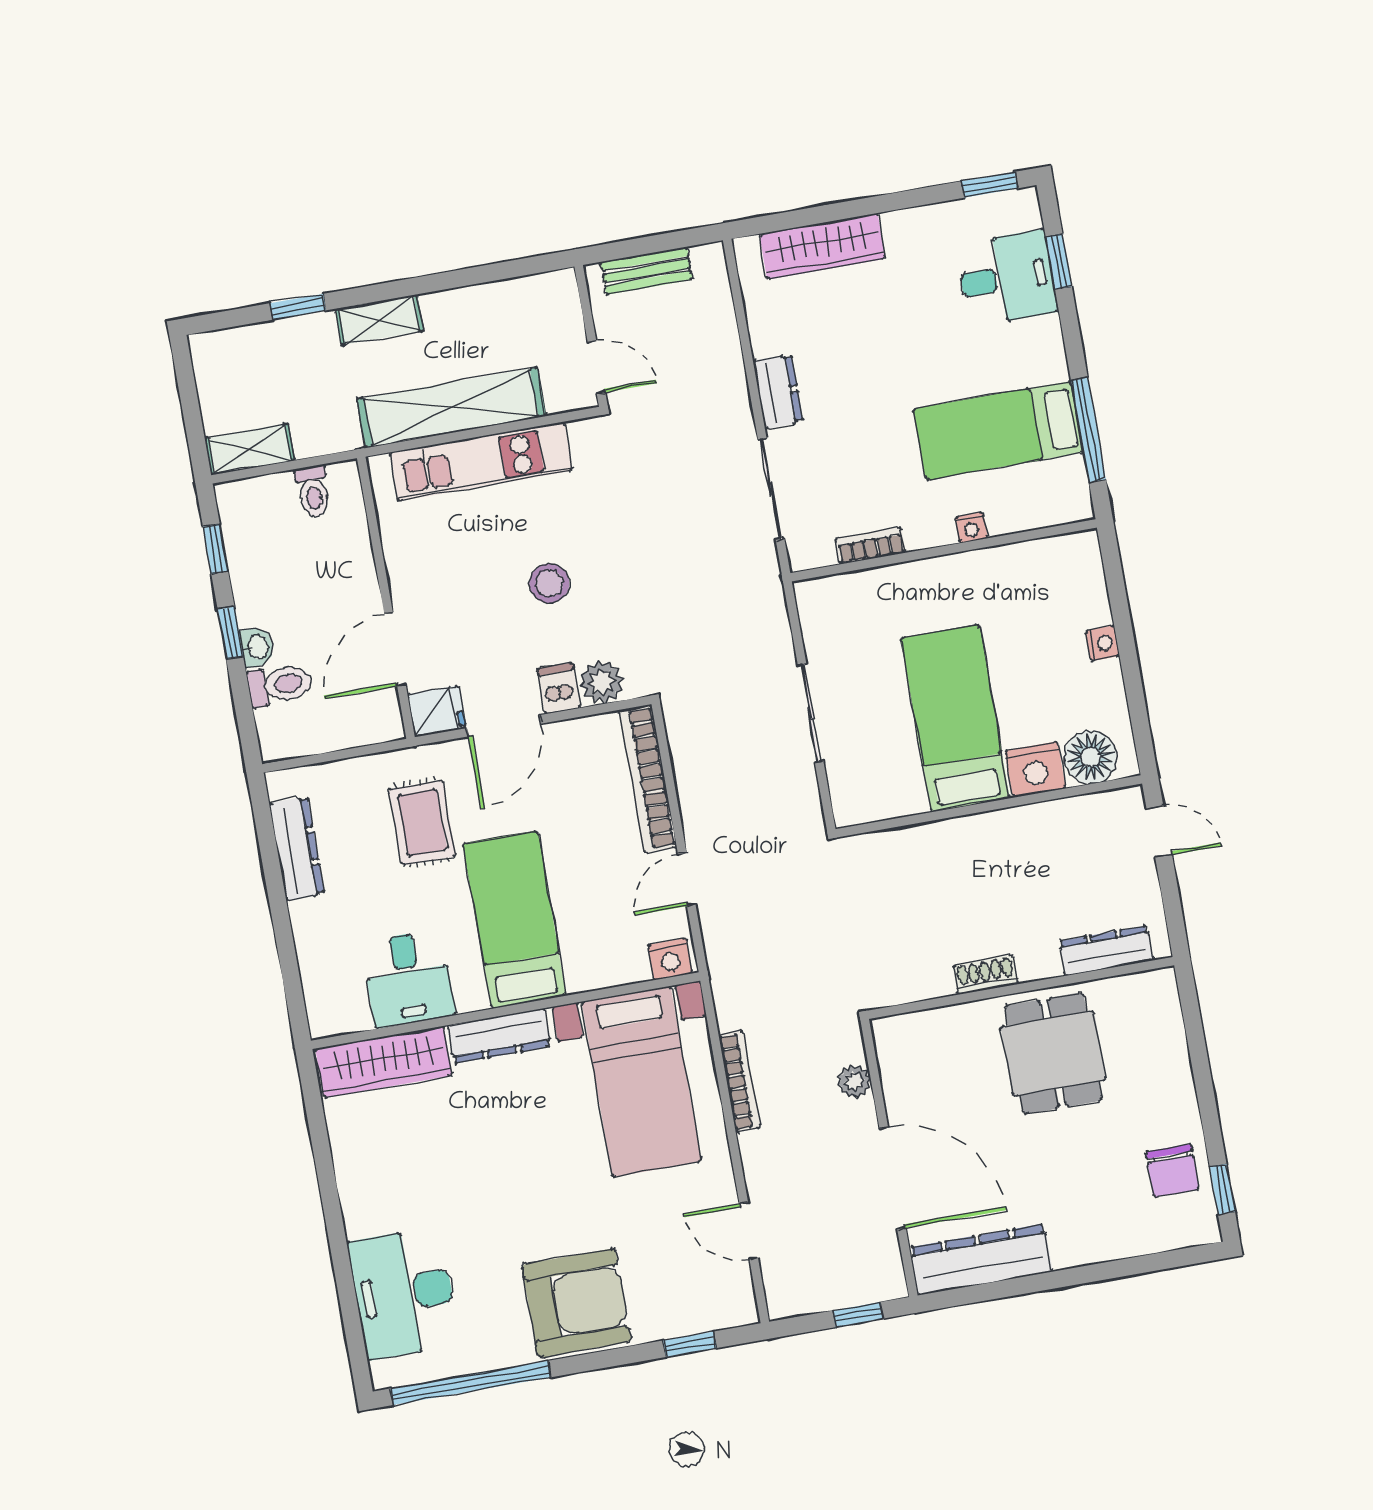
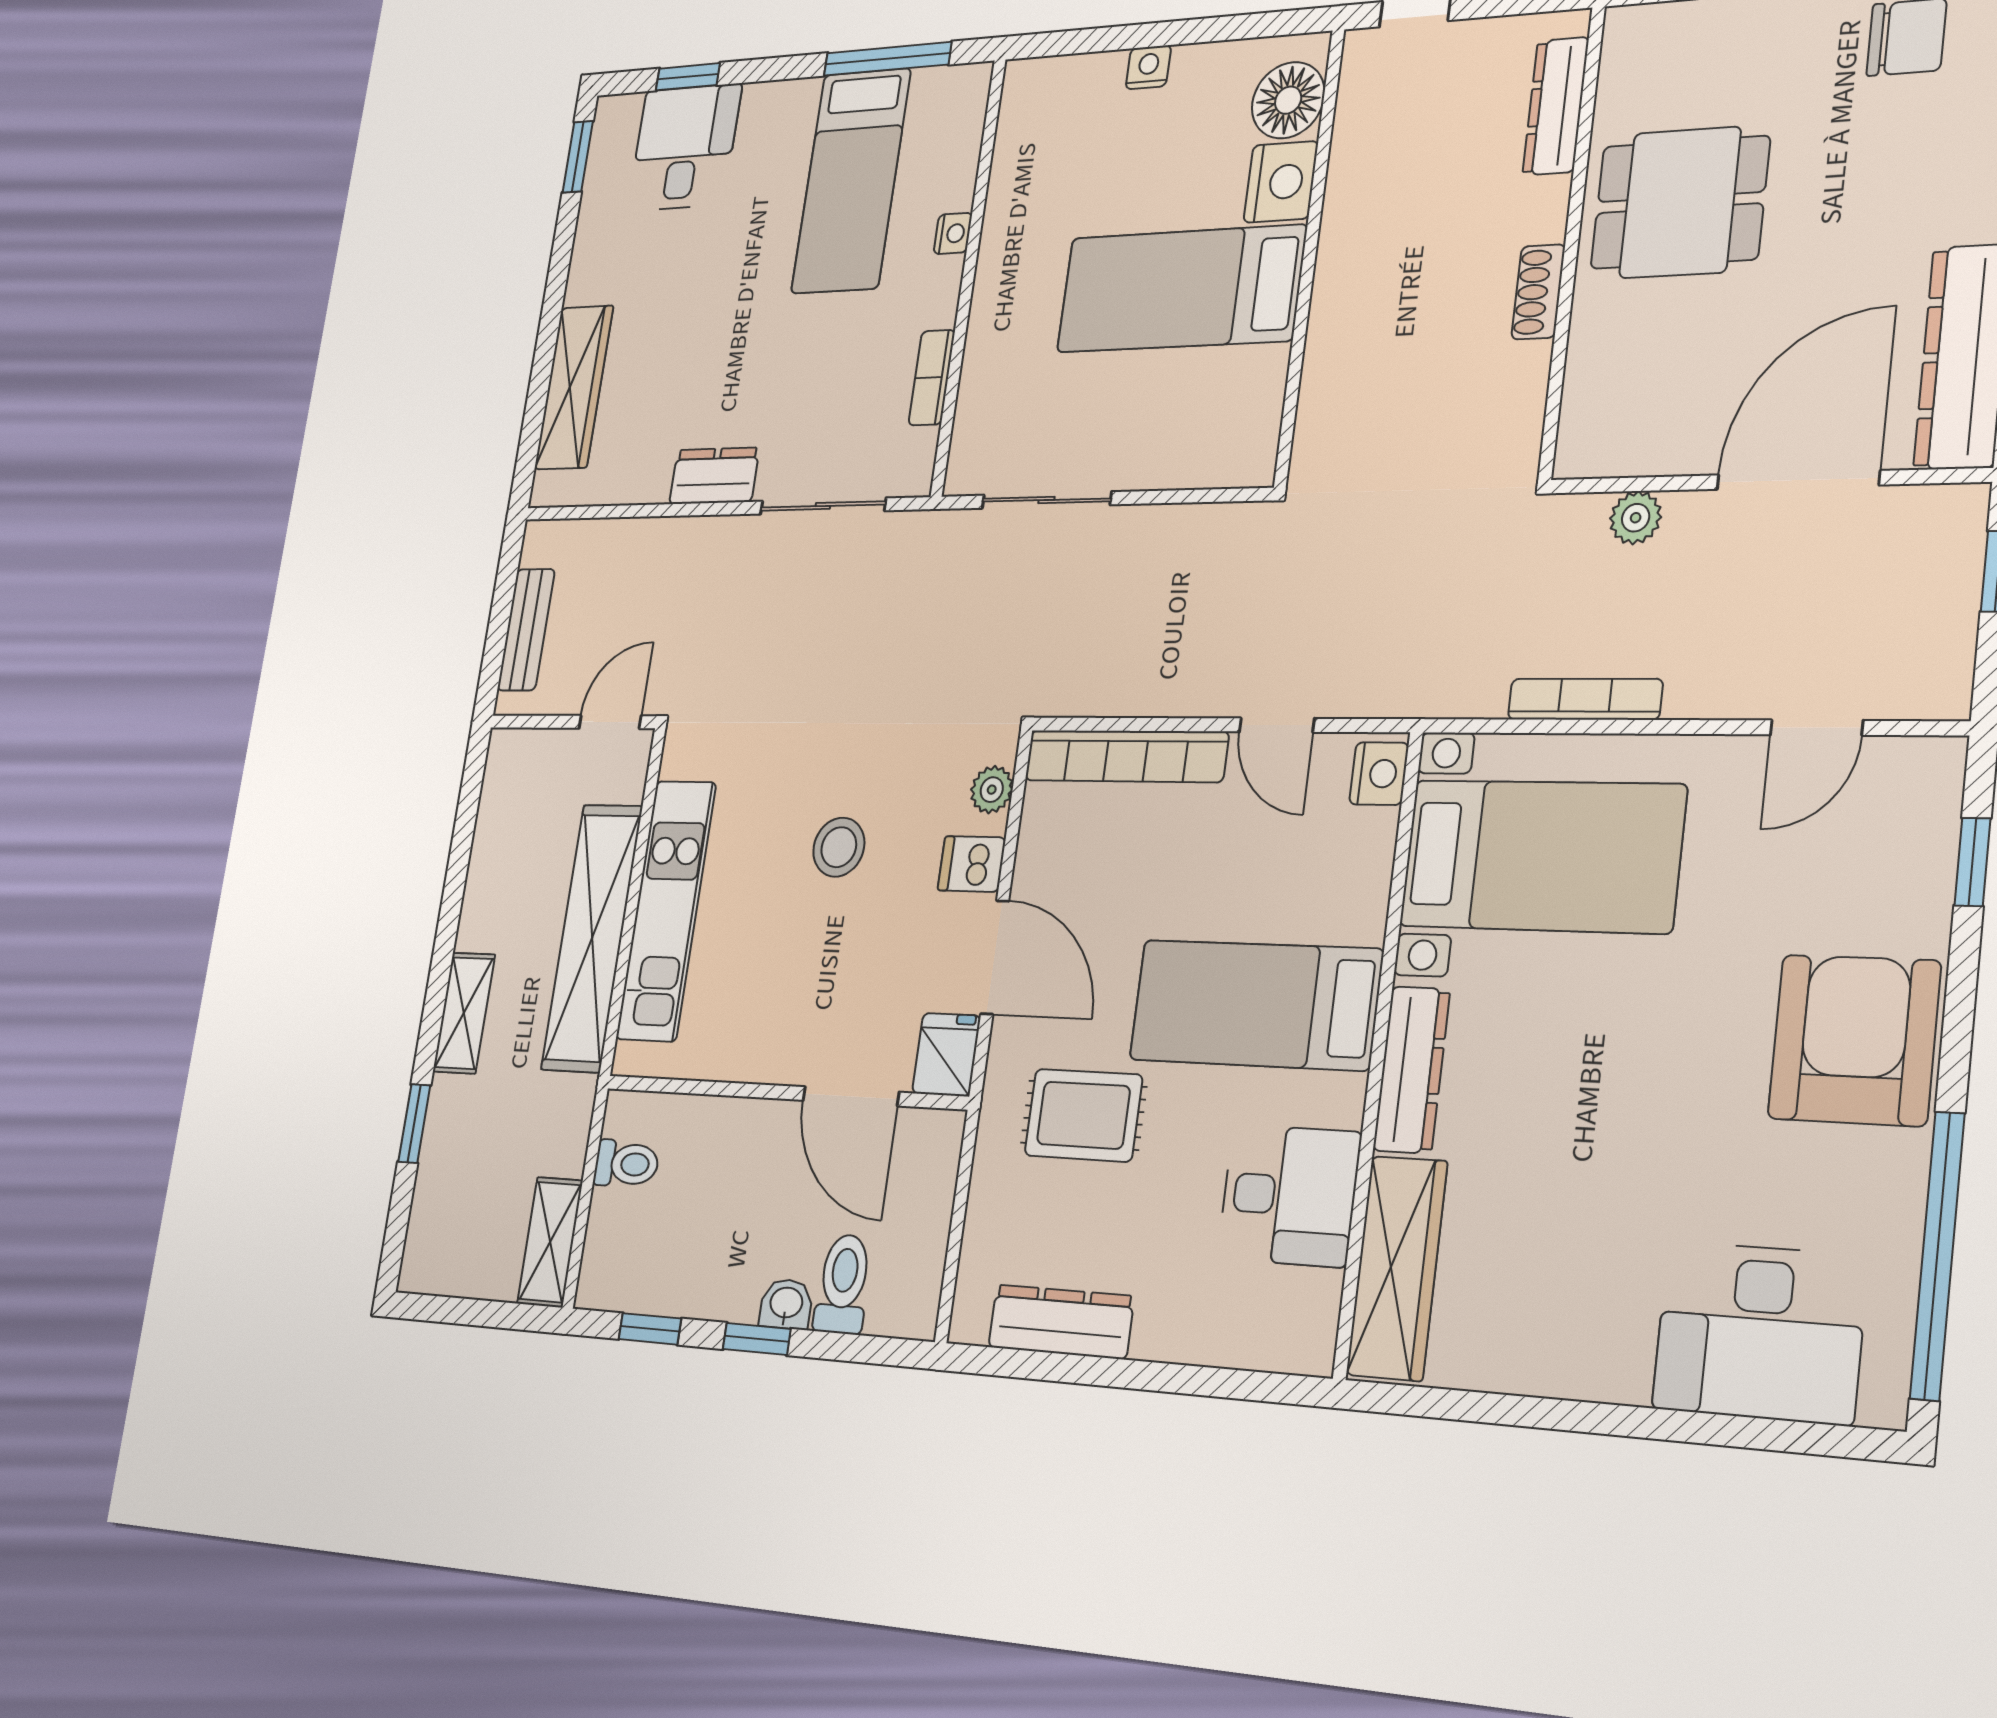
plant: (601, 682) -> (992, 790), width x0.73, depth x0.73
sliding door: (811, 713) -> (1046, 500), moved

